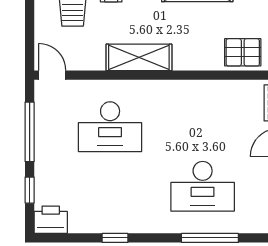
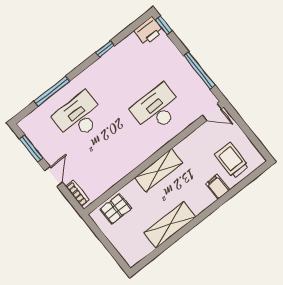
shelving: (139, 57) -> (159, 170), moved
window: (30, 190) -> (164, 25), moved

